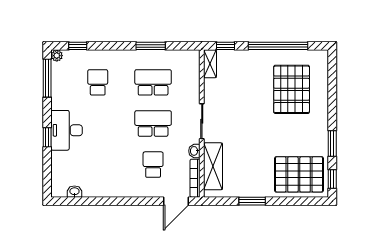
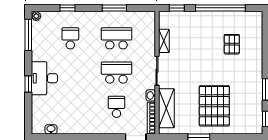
window: (78, 46) -> (67, 8), moved
shelving: (210, 64) -> (164, 41), moved
pallet: (292, 89) -> (232, 44), width x0.49, depth x0.50
pallet: (299, 174) -> (214, 106), moved, turned 90

